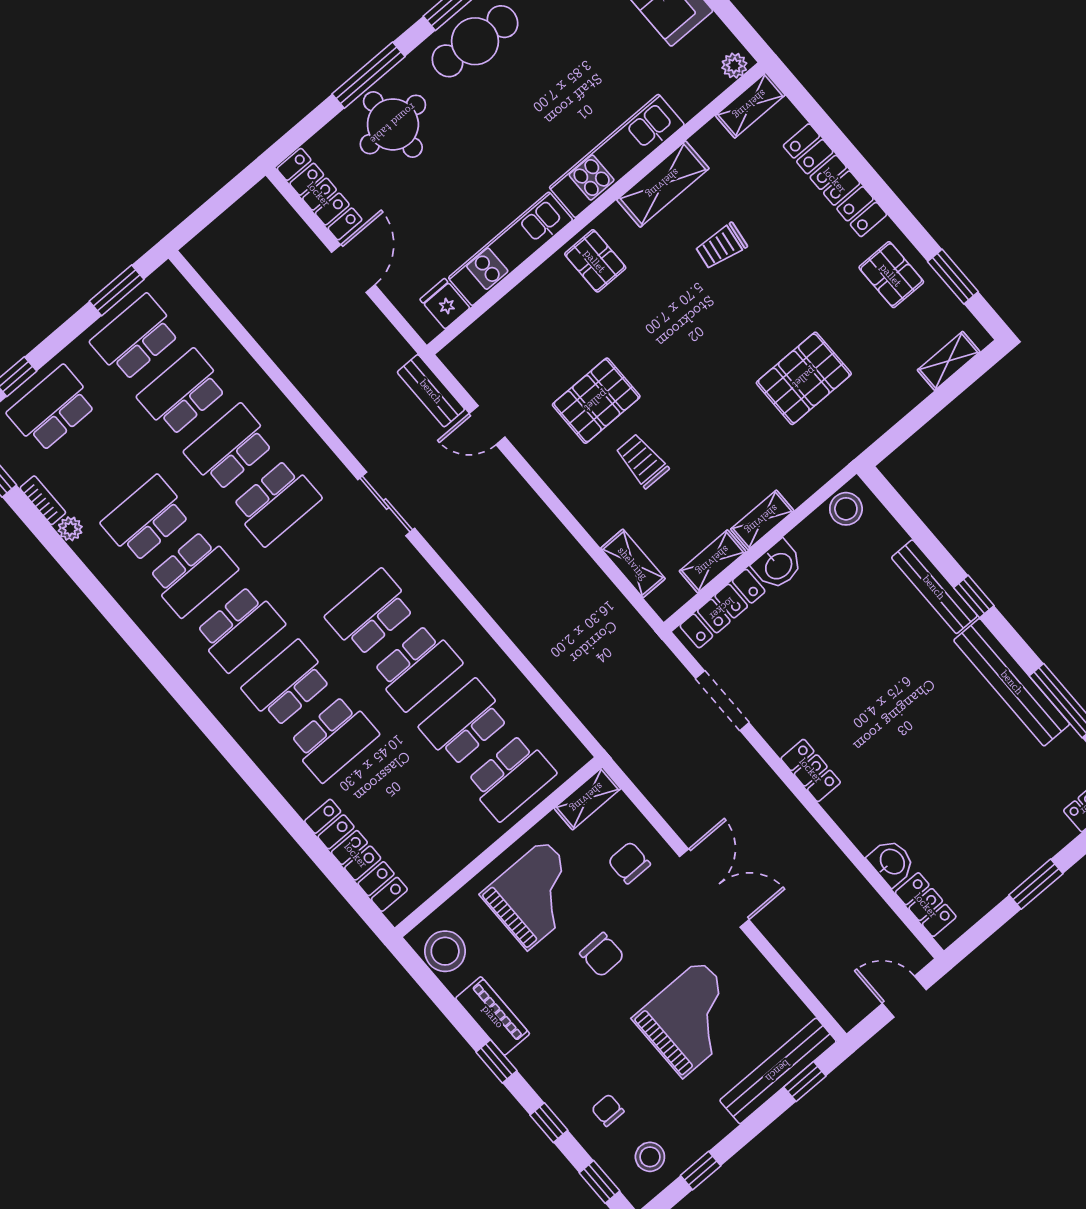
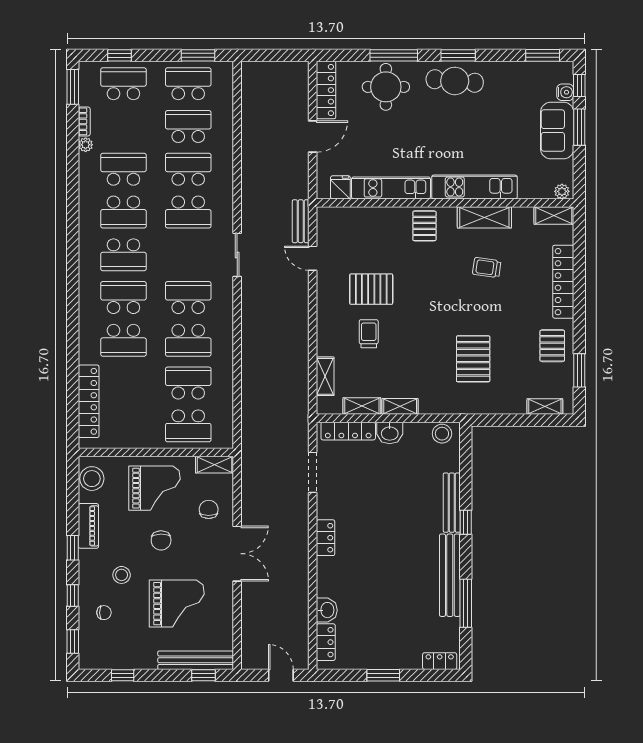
pallet: (804, 378) -> (473, 359), turned 90
chair: (608, 1110) -> (104, 613), turned 90
stool: (650, 1157) -> (122, 575), moved

